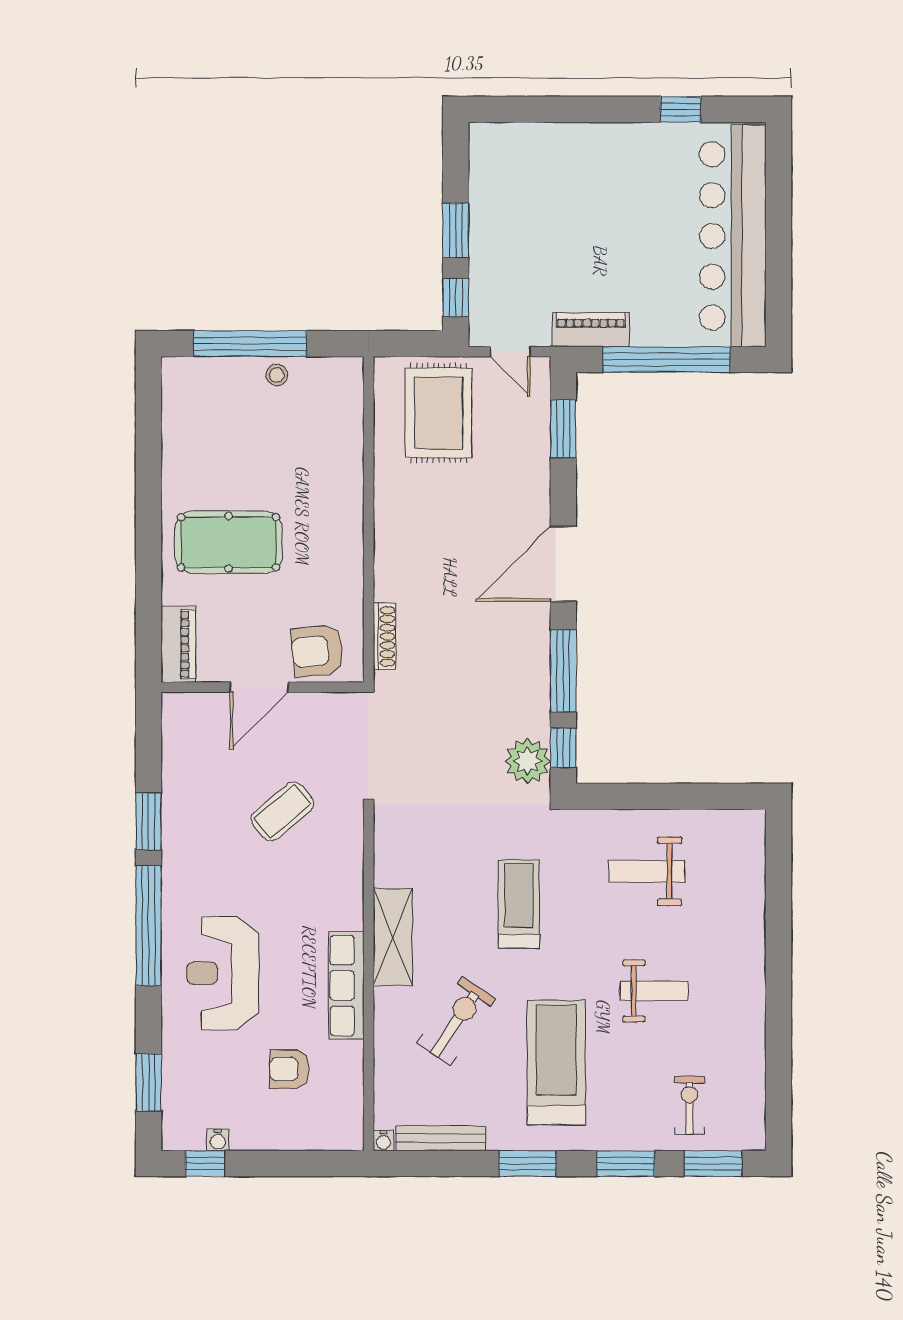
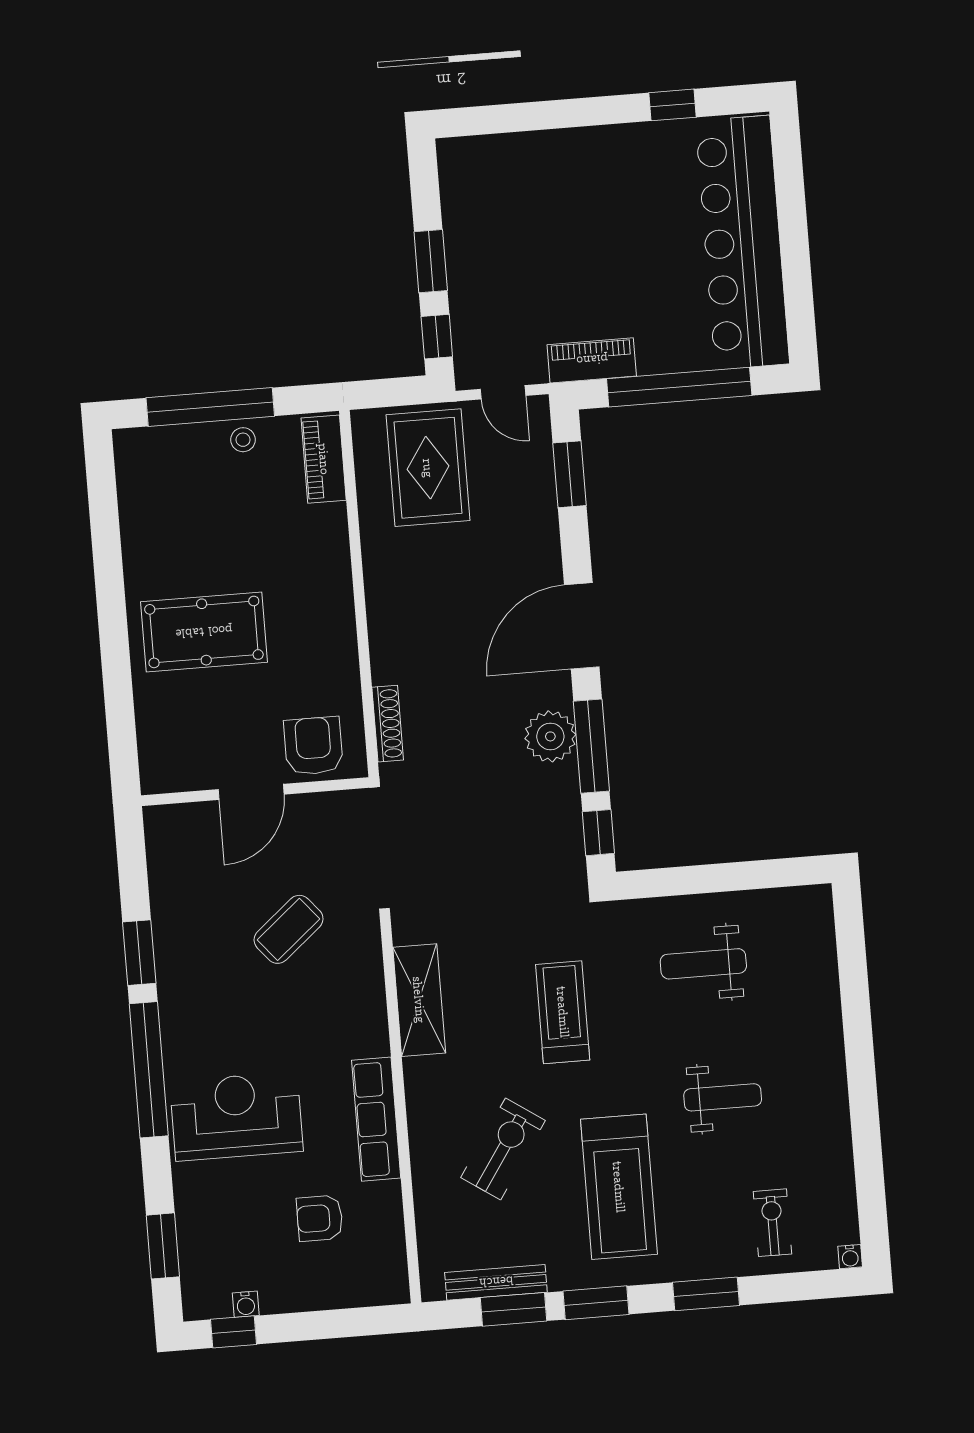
piano: (178, 644) -> (324, 459), moved, turned 180
armchair: (317, 651) -> (313, 746), turned 96
plant: (528, 761) -> (550, 736), moved
shelving: (393, 937) -> (419, 1000), moved
reception desk: (223, 973) -> (236, 1116), turned 90
treadmill: (556, 1063) -> (619, 1187), turned 180
water cooler: (383, 1141) -> (850, 1257), moved
window: (713, 1164) -> (514, 1309), moved

